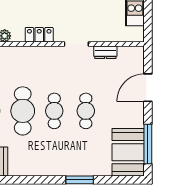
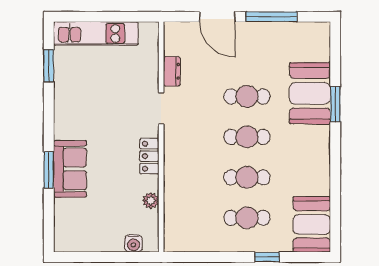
cafe table: (23, 111) -> (247, 177), width x0.73, depth x0.74
window: (148, 144) -> (271, 17), moved
booth: (128, 152) -> (310, 93), moved, turned 90

